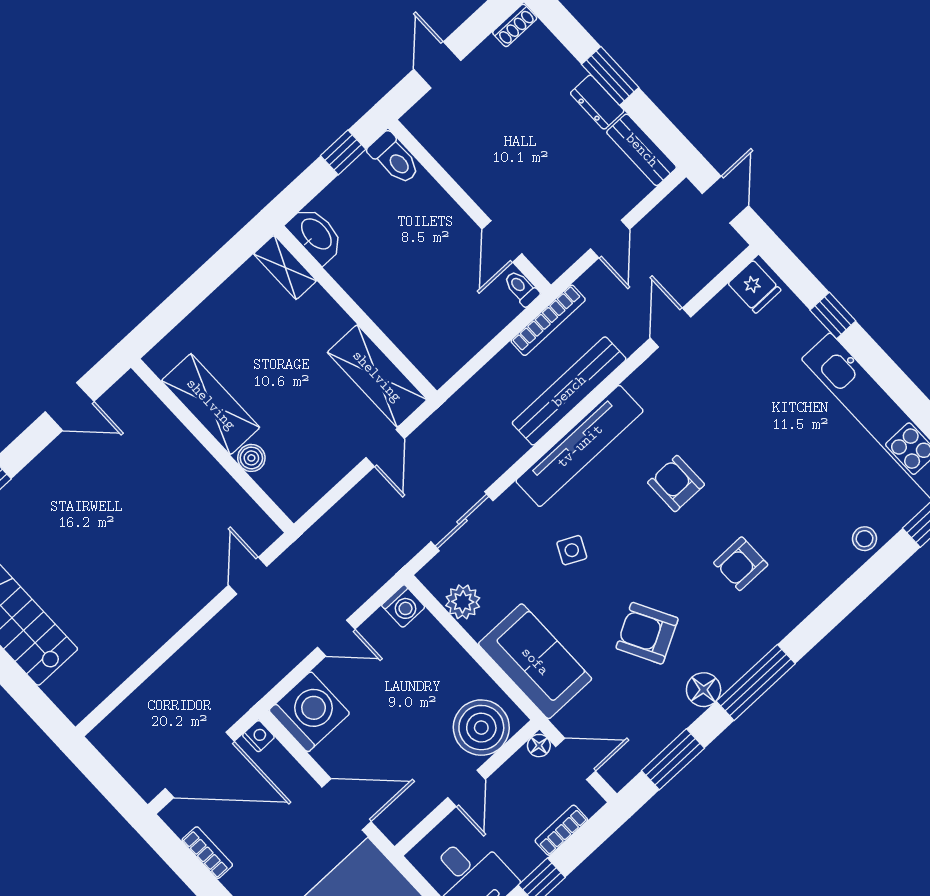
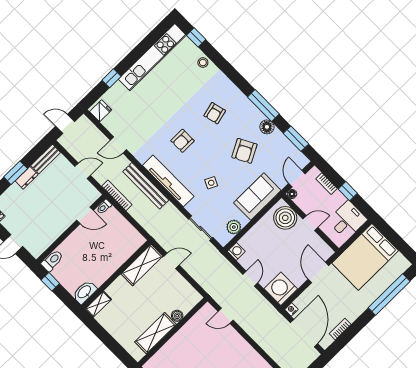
armchair: (741, 564) -> (215, 113), turned 76

